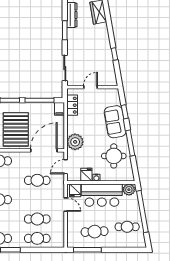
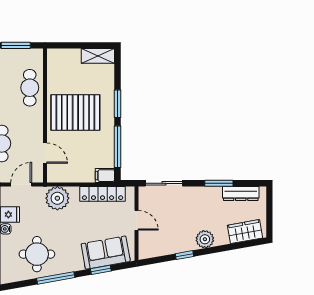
plant: (103, 40) -> (205, 239), added
locker: (72, 105) -> (103, 194), width x1.53
sofa: (115, 122) -> (106, 253), moved
door: (44, 150) -> (45, 153), width x0.53
door: (66, 167) -> (21, 185), hinge flipped

